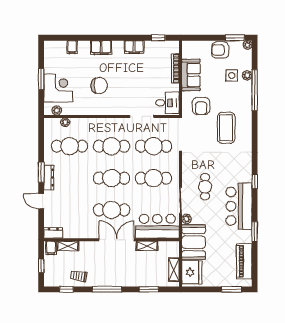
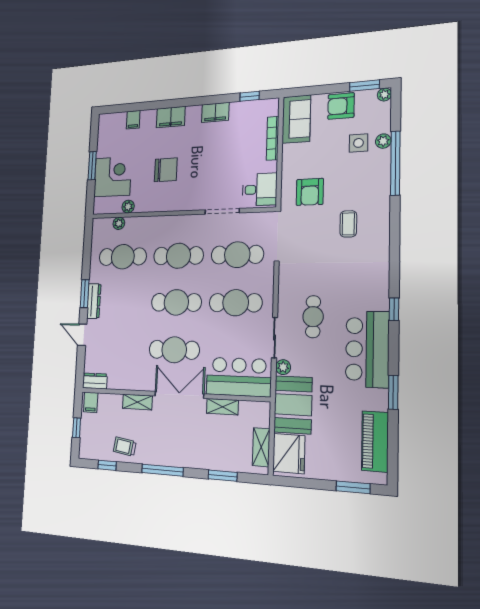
sofa: (191, 75) -> (296, 119), moved
plant: (57, 110) -> (128, 207), moved
coffee table: (226, 128) -> (348, 224), width x0.54, depth x0.58
shelving: (68, 246) -> (137, 402), moved

